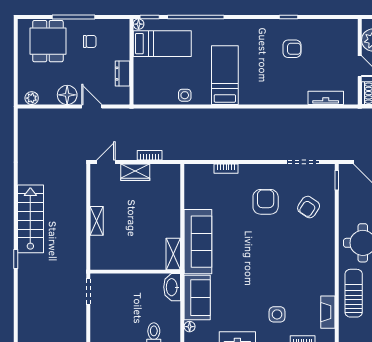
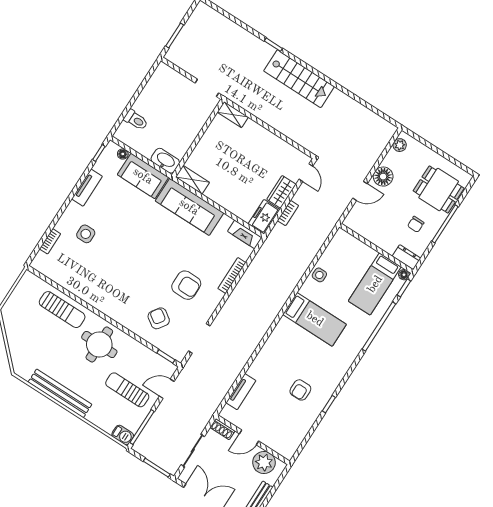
dresser: (122, 74) -> (406, 257), moved
bookcase: (226, 169) -> (232, 275), width x1.56
freezer: (166, 174) -> (264, 217), added
shelving: (97, 221) -> (233, 115), moved
fireplace: (328, 312) -> (245, 234), moved, turned 180

